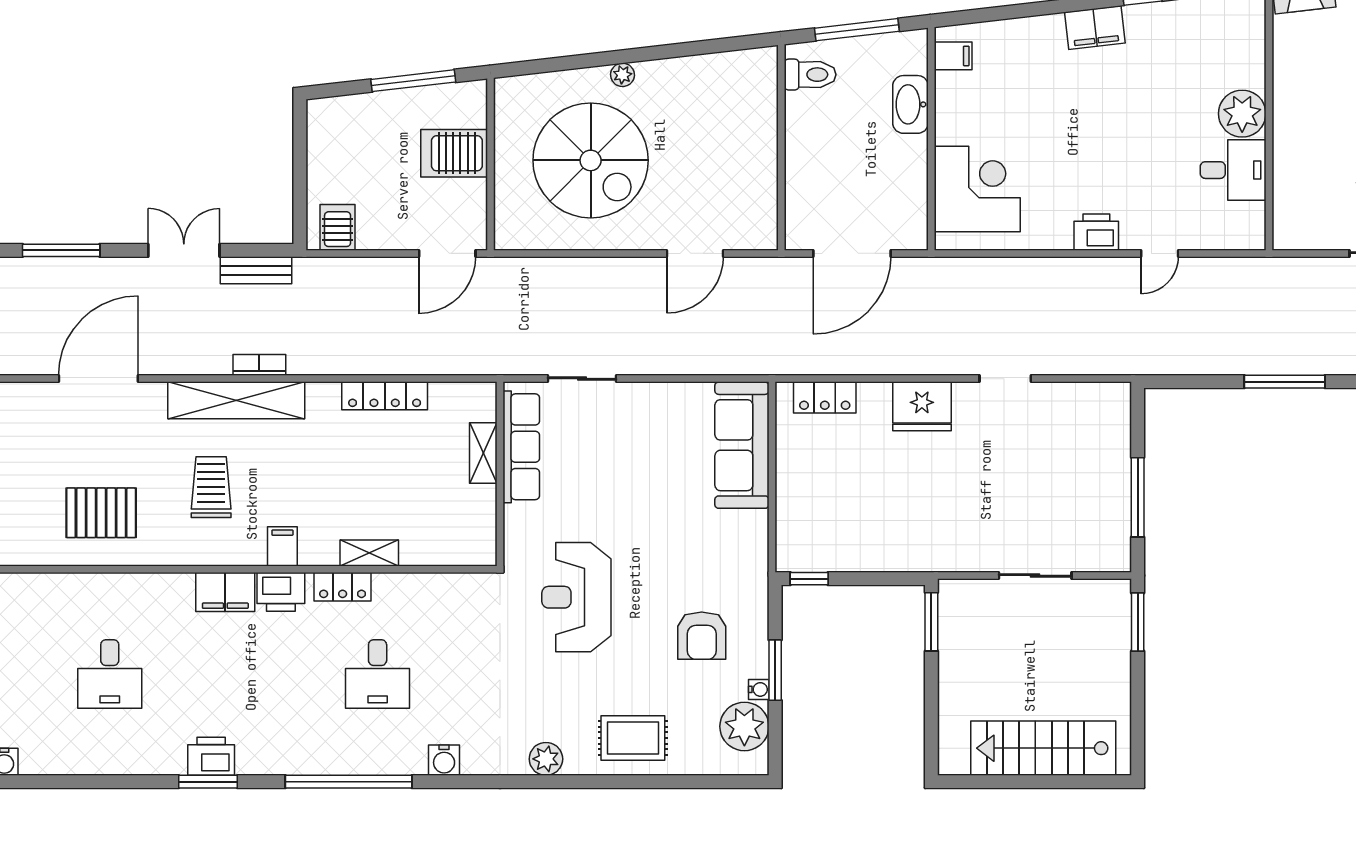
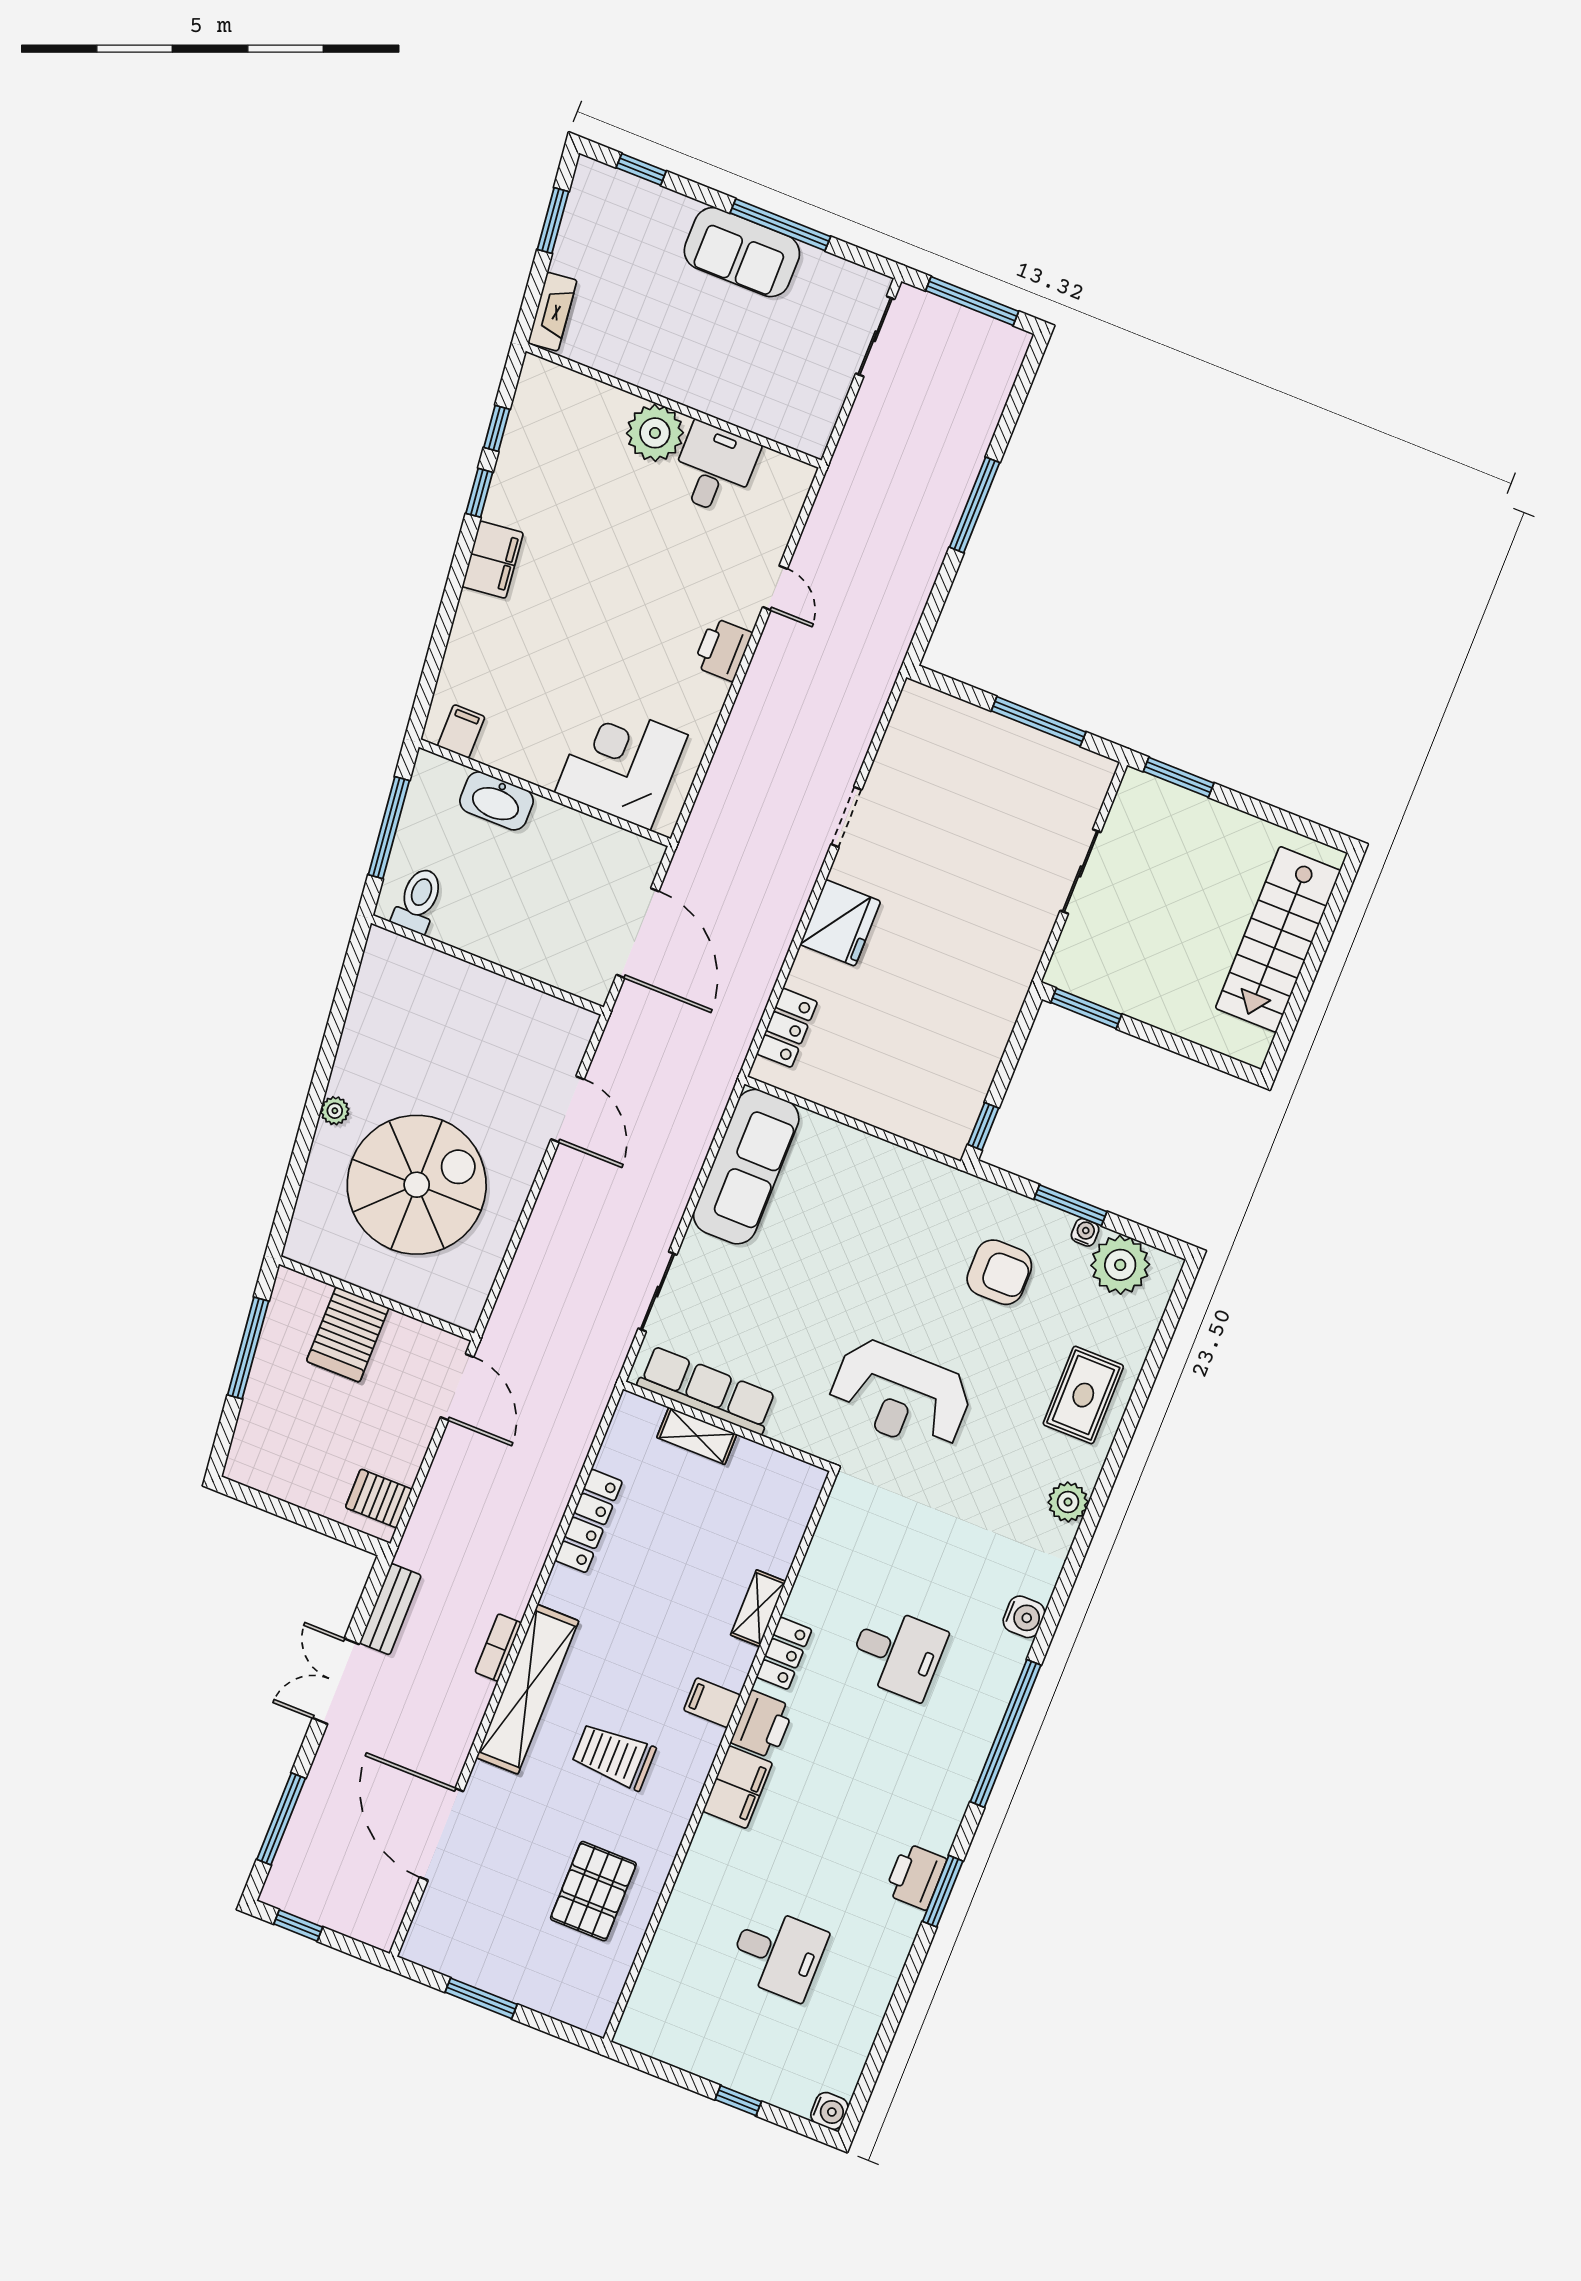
sofa: (742, 445) -> (746, 1167), moved, turned -90

